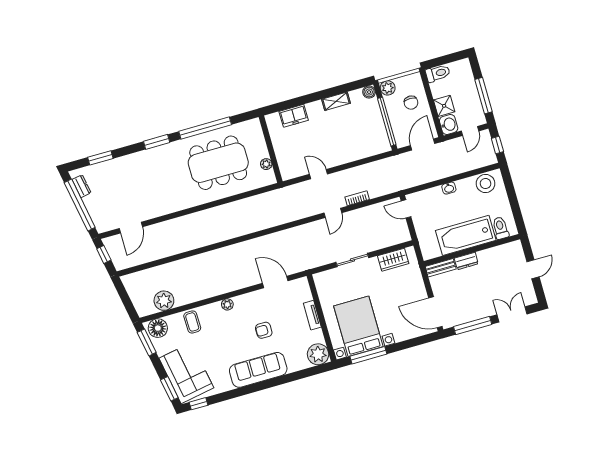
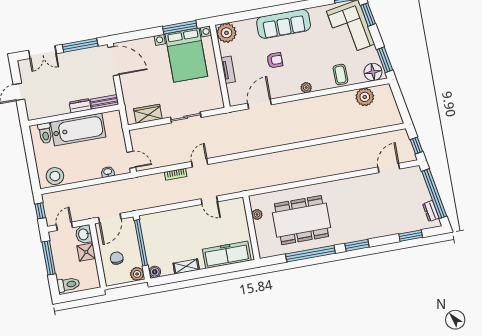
toilet: (438, 73) -> (68, 285), moved, turned 180
freezer: (294, 116) -> (227, 255), width x1.91, depth x1.26
washbasin: (449, 188) -> (108, 172), moved
door: (275, 282) -> (260, 104), swing flipped

